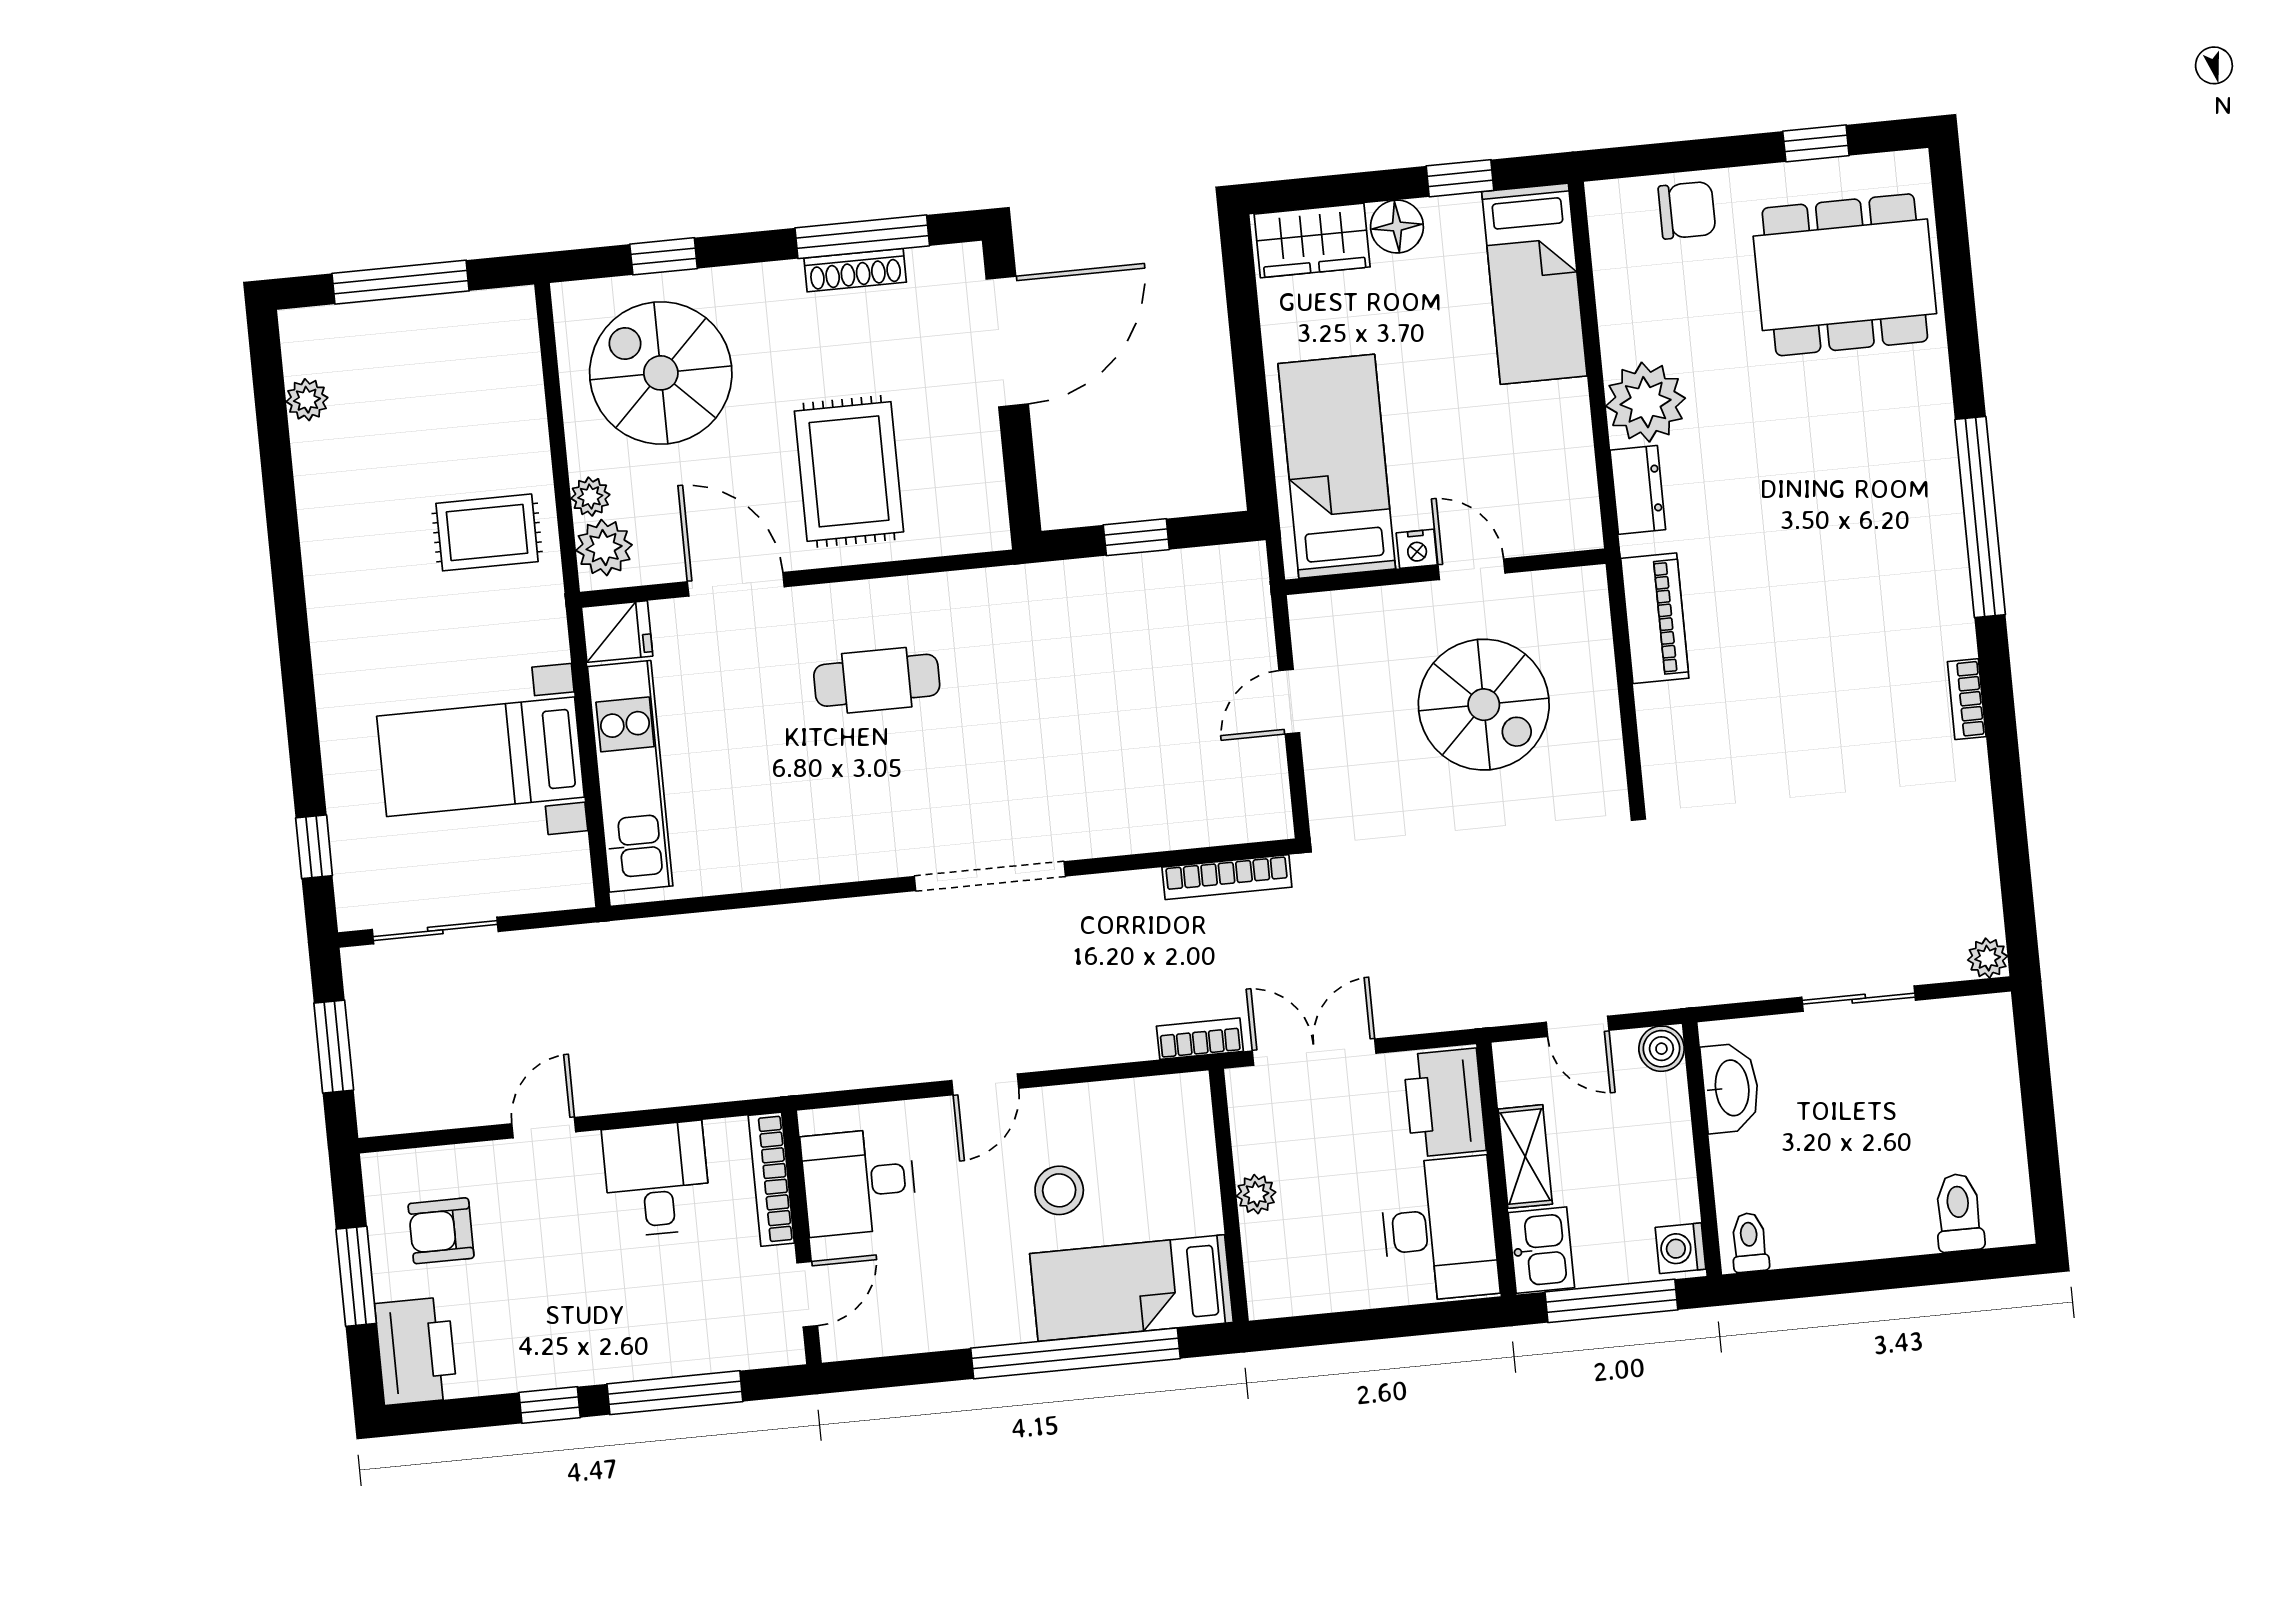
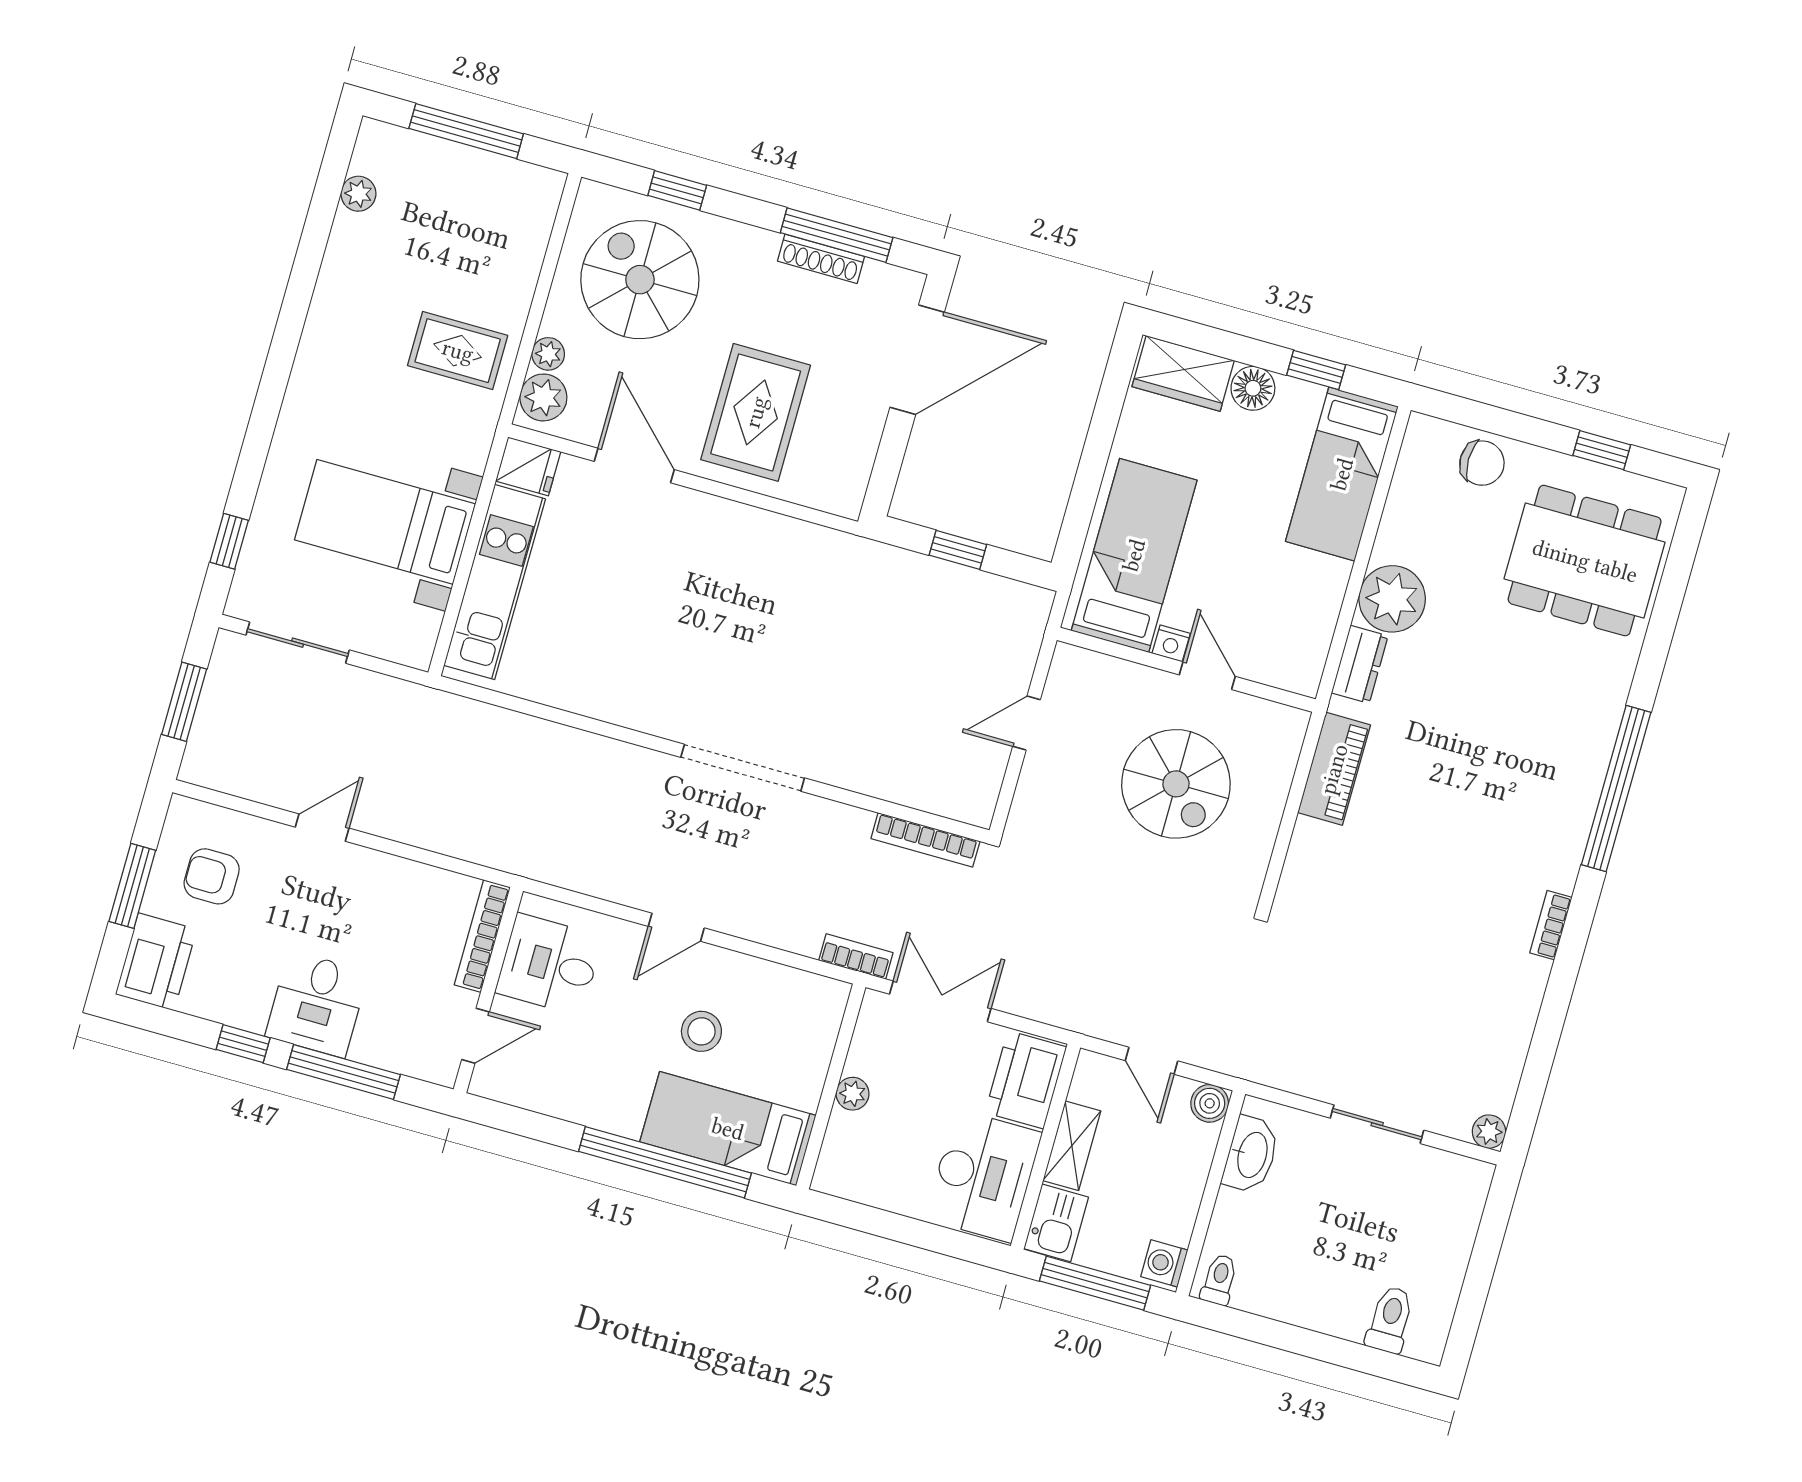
cafe table: (877, 680) -> (714, 582), removed
desk: (657, 1179) -> (317, 1004), moved, turned 180

